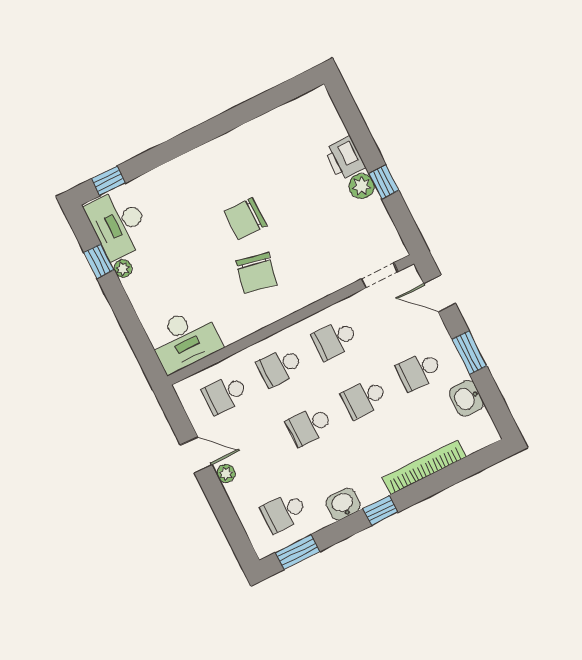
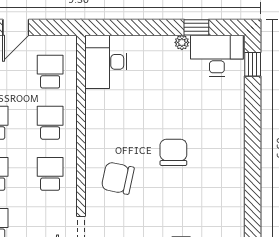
chair: (256, 273) -> (118, 178), moved

